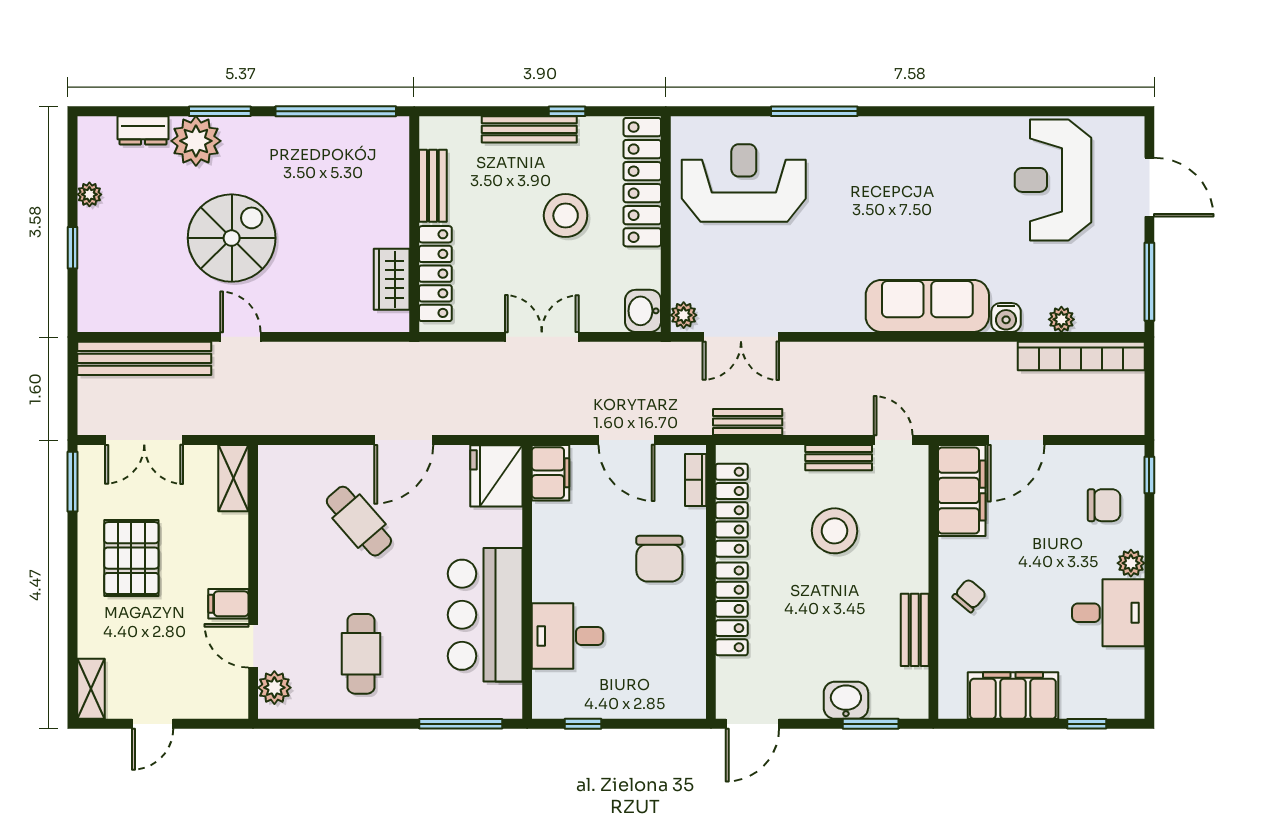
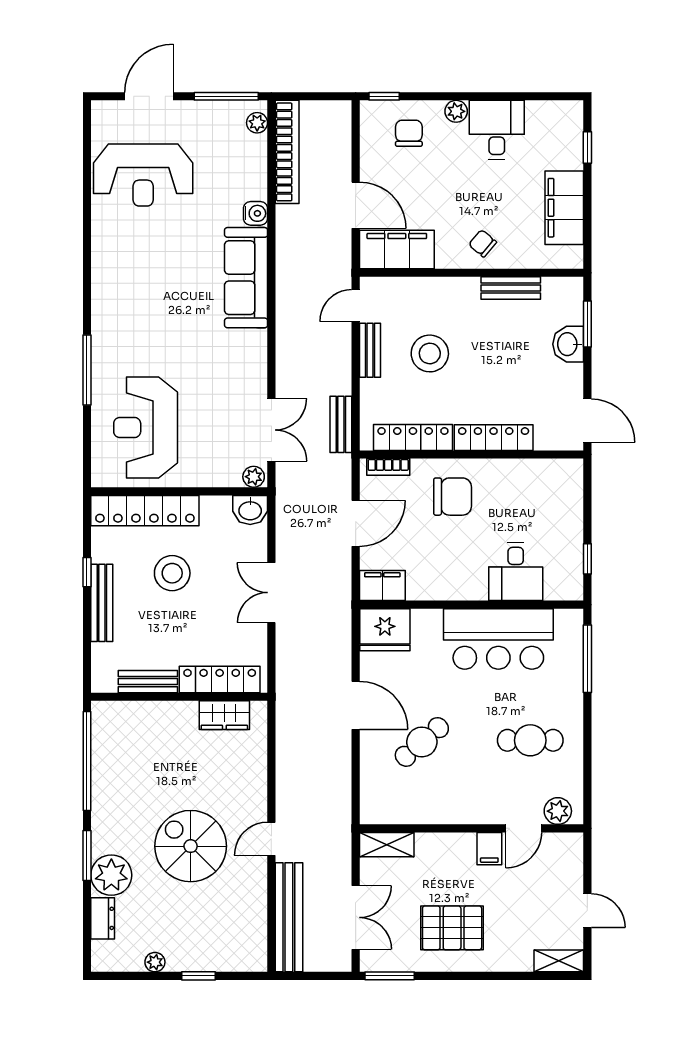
plant: (1061, 319) -> (257, 123), moved

